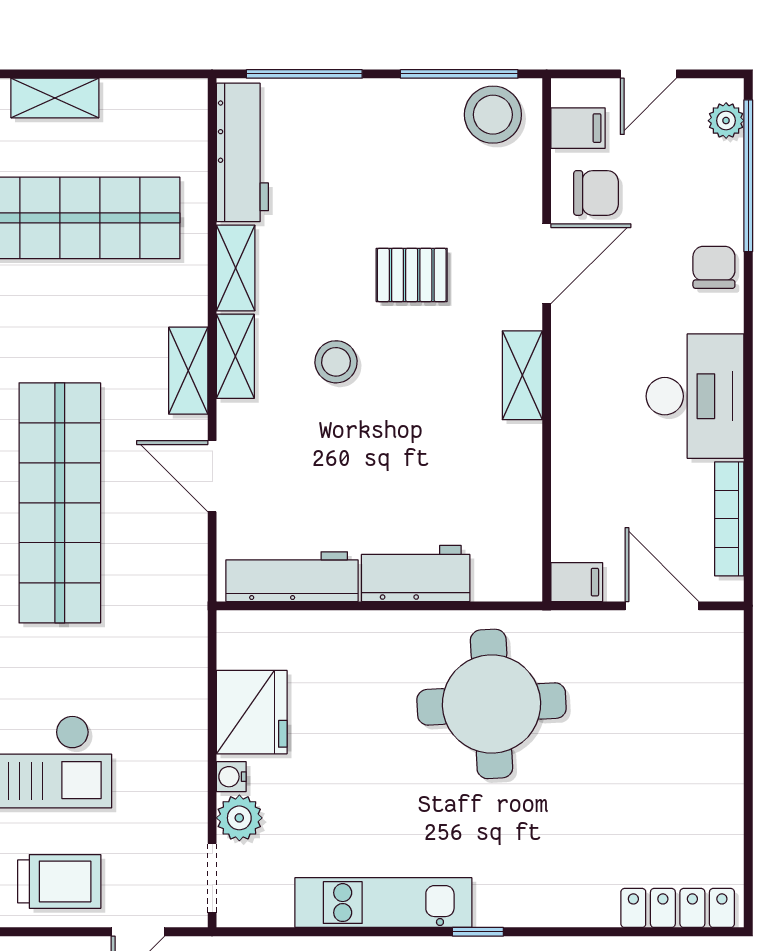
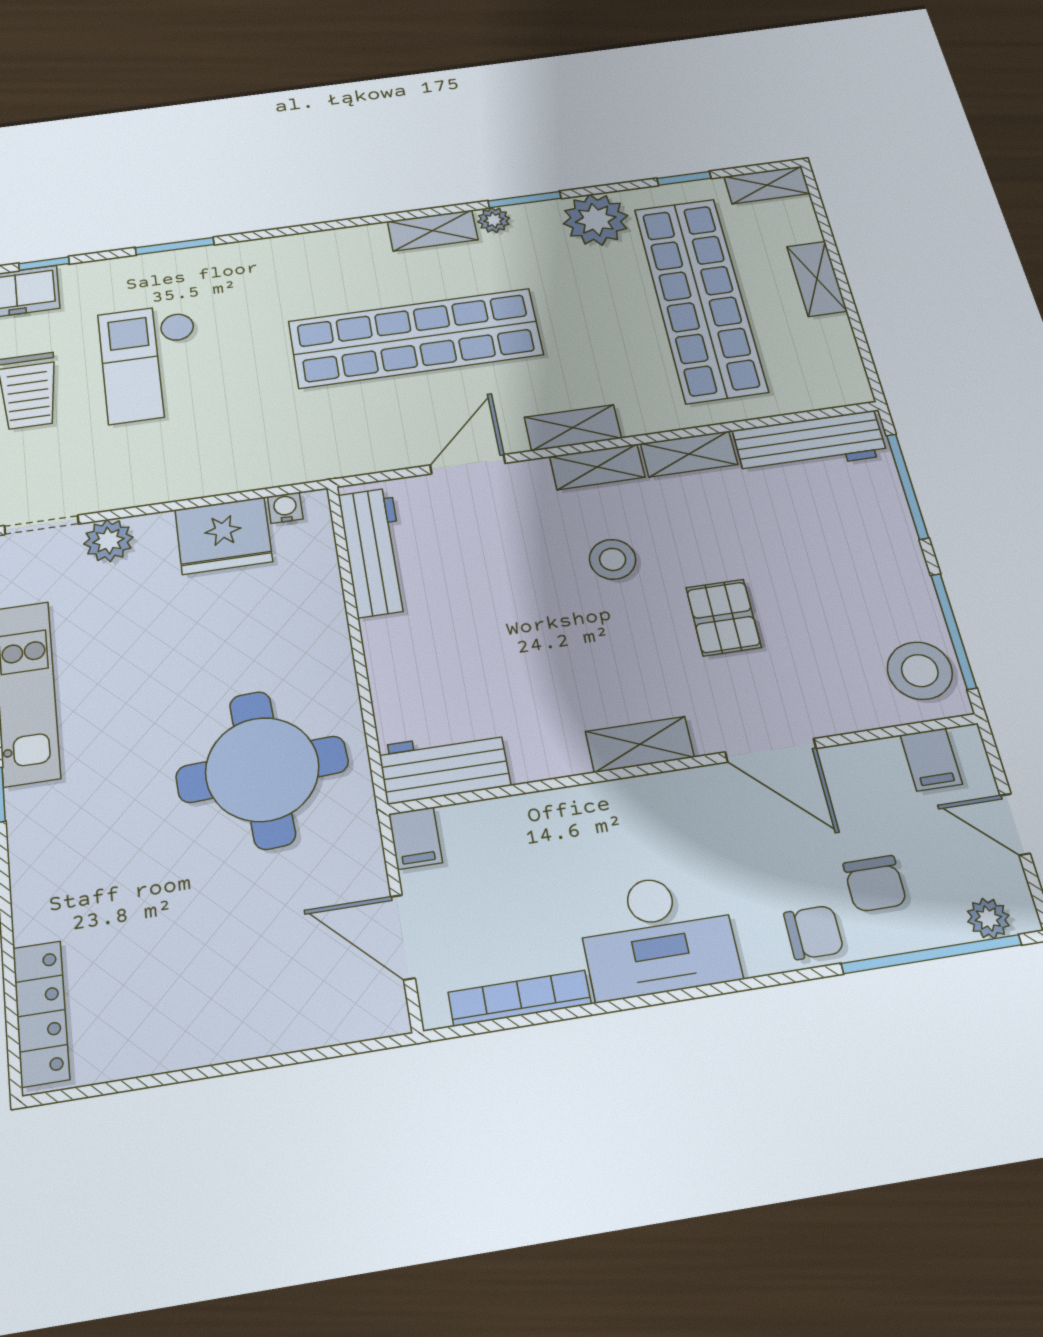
chair: (596, 193) -> (875, 884), moved
workbench: (416, 573) -> (444, 766), moved, turned -90
door: (662, 606) -> (403, 937), swing flipped
water cooler: (231, 777) -> (285, 508), moved

